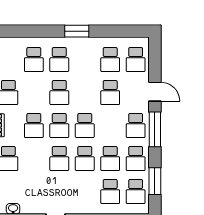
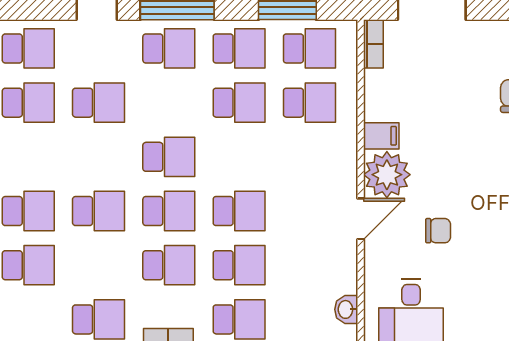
school desk: (85, 159) -> (239, 265), moved

